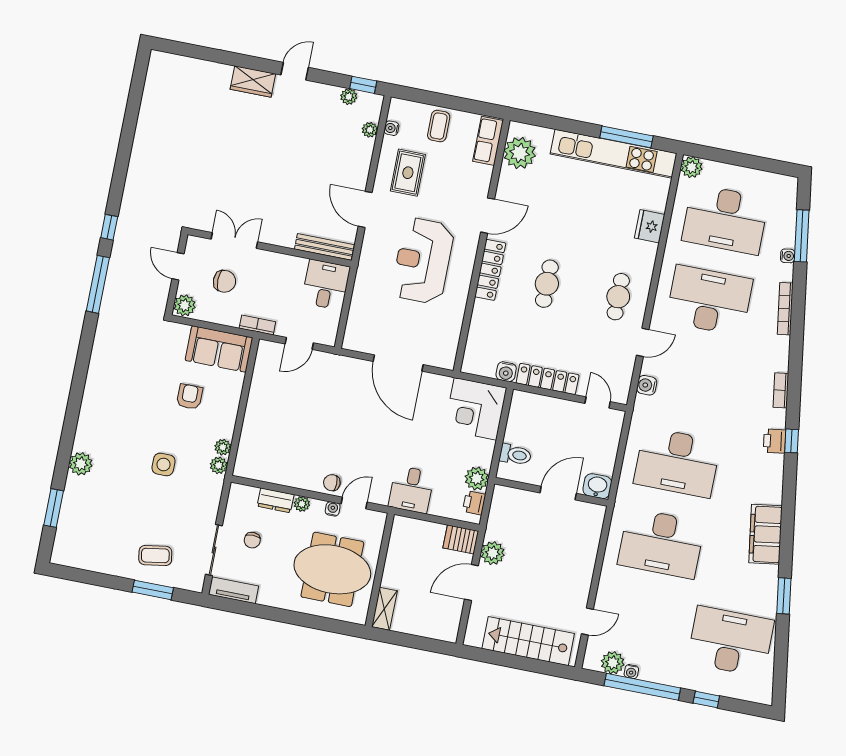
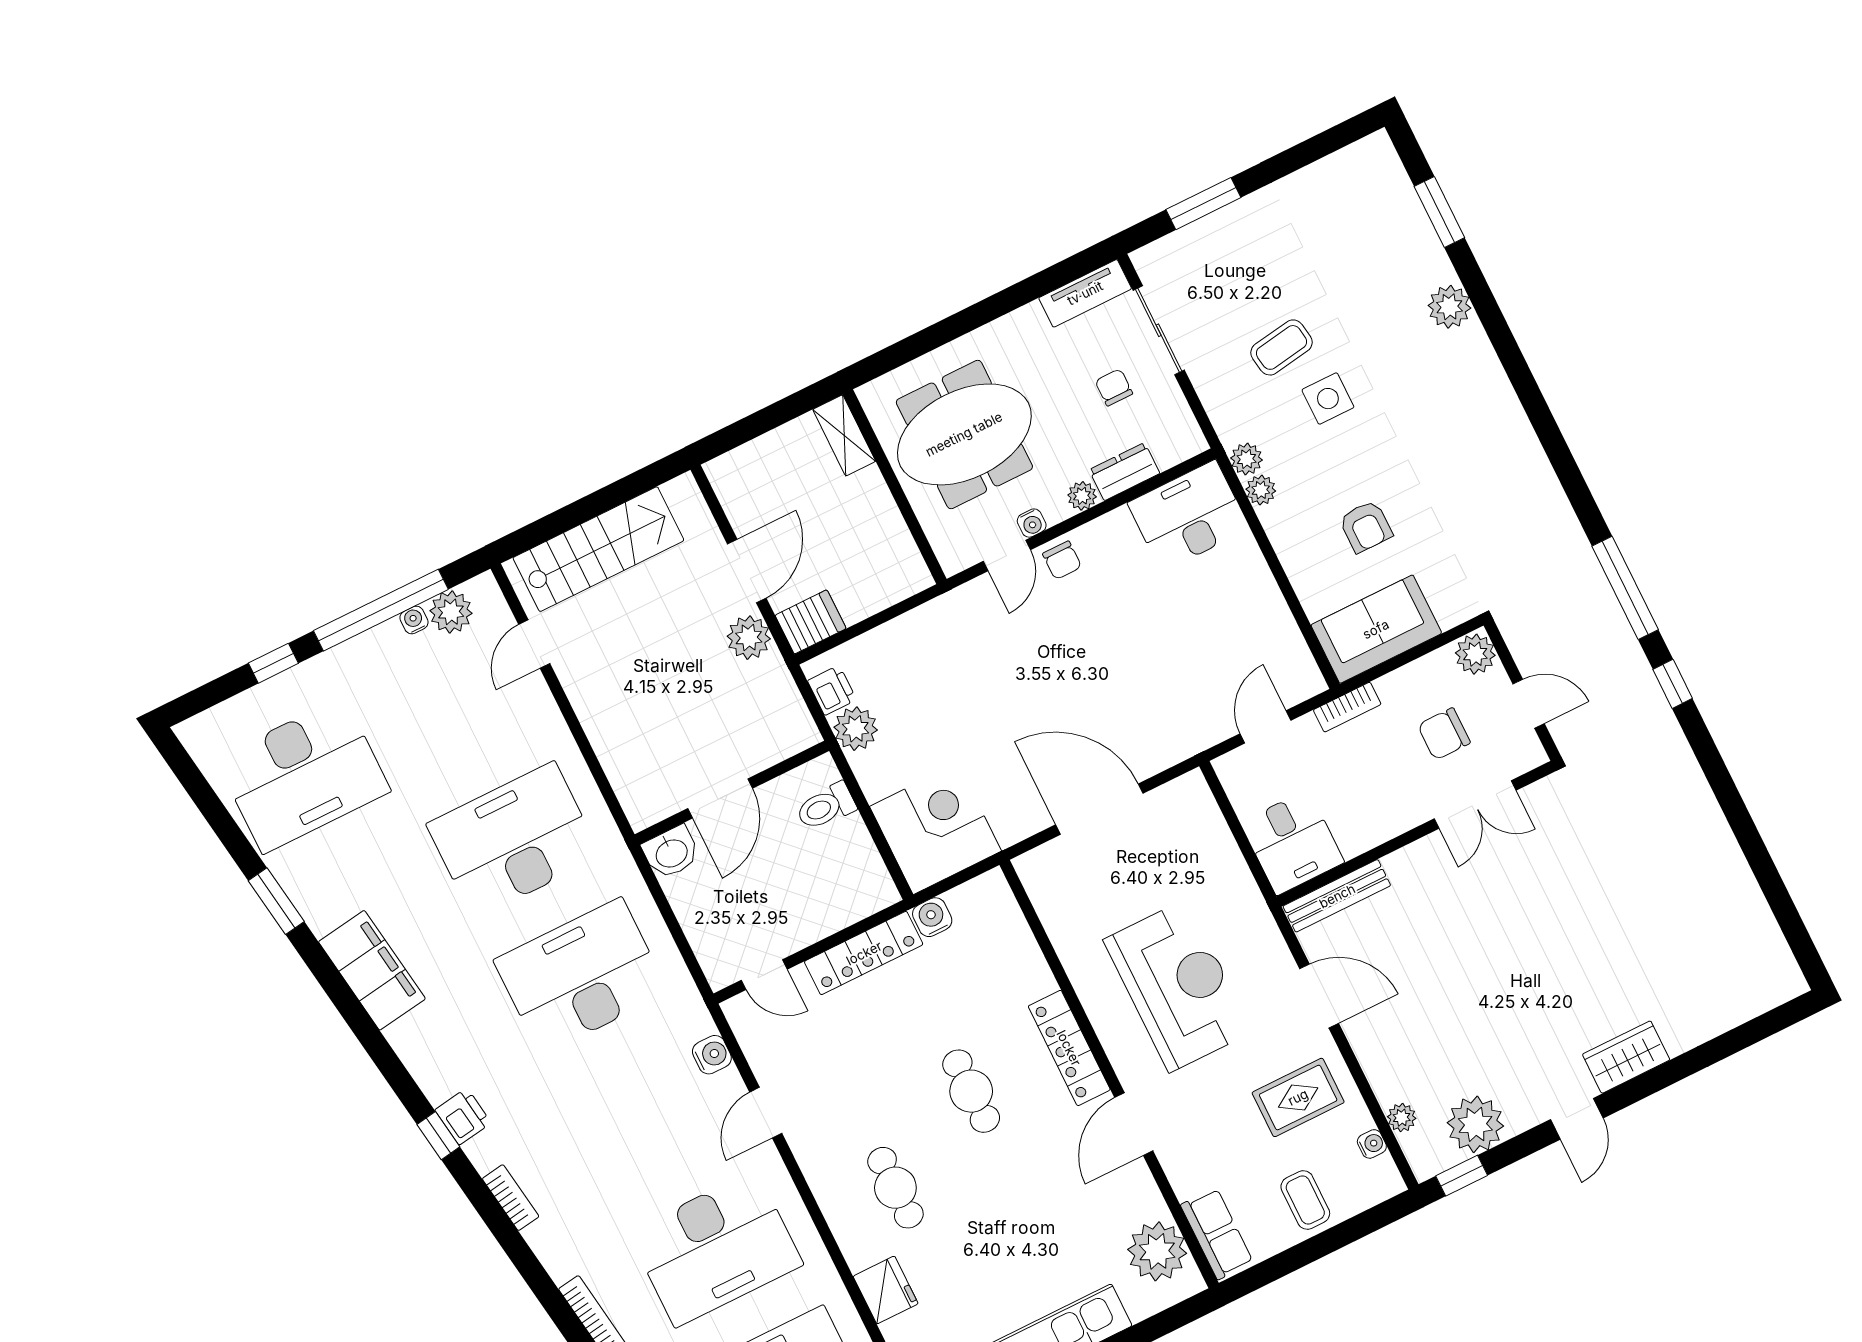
plant: (349, 97) -> (1475, 1124), width x1.88, depth x1.88
rug: (408, 173) -> (1298, 1097), turned 90
cafe table: (618, 297) -> (895, 1188), moved
chair: (332, 483) -> (1062, 560), turned 90
desk: (411, 490) -> (1189, 516), moved, width x1.37
coffee table: (155, 555) -> (1281, 347), moved

